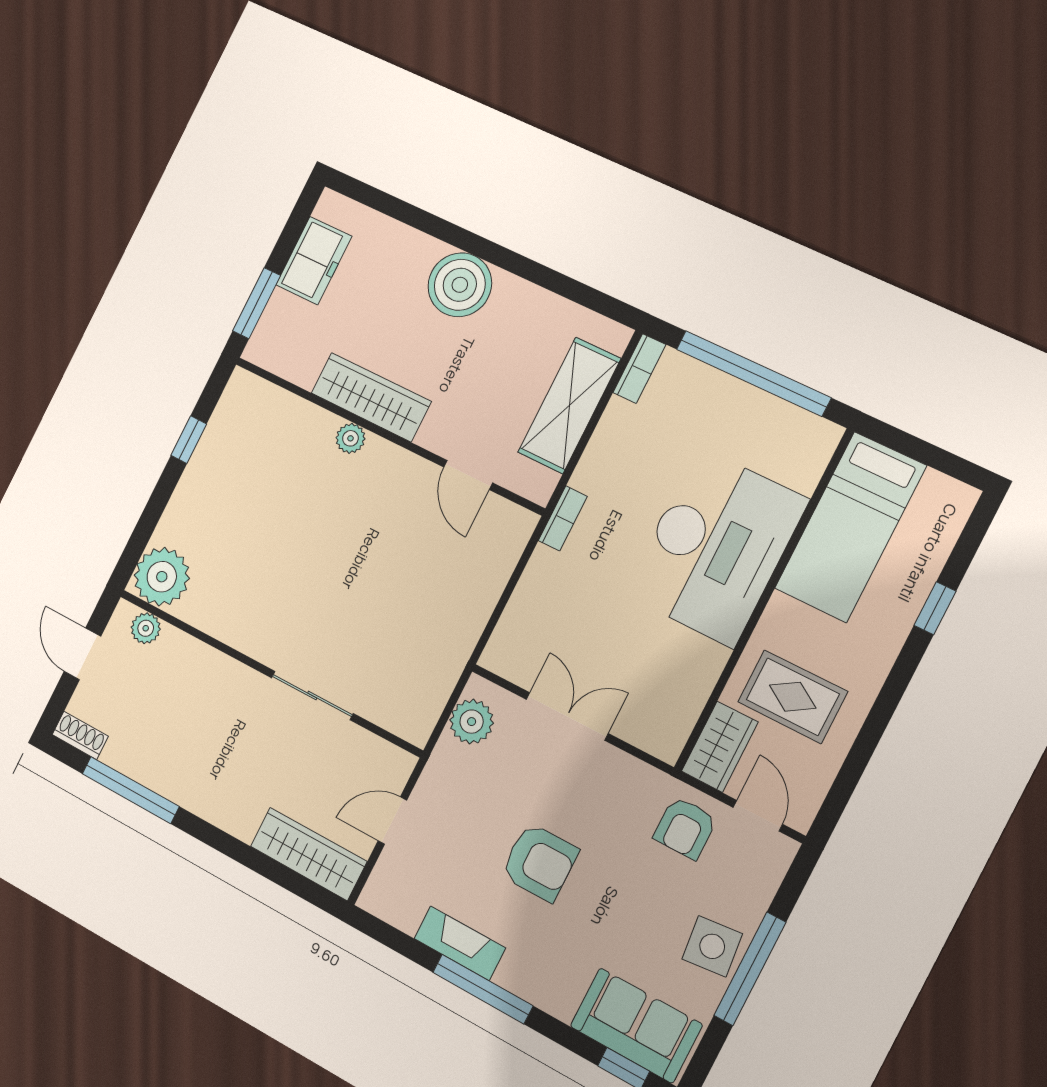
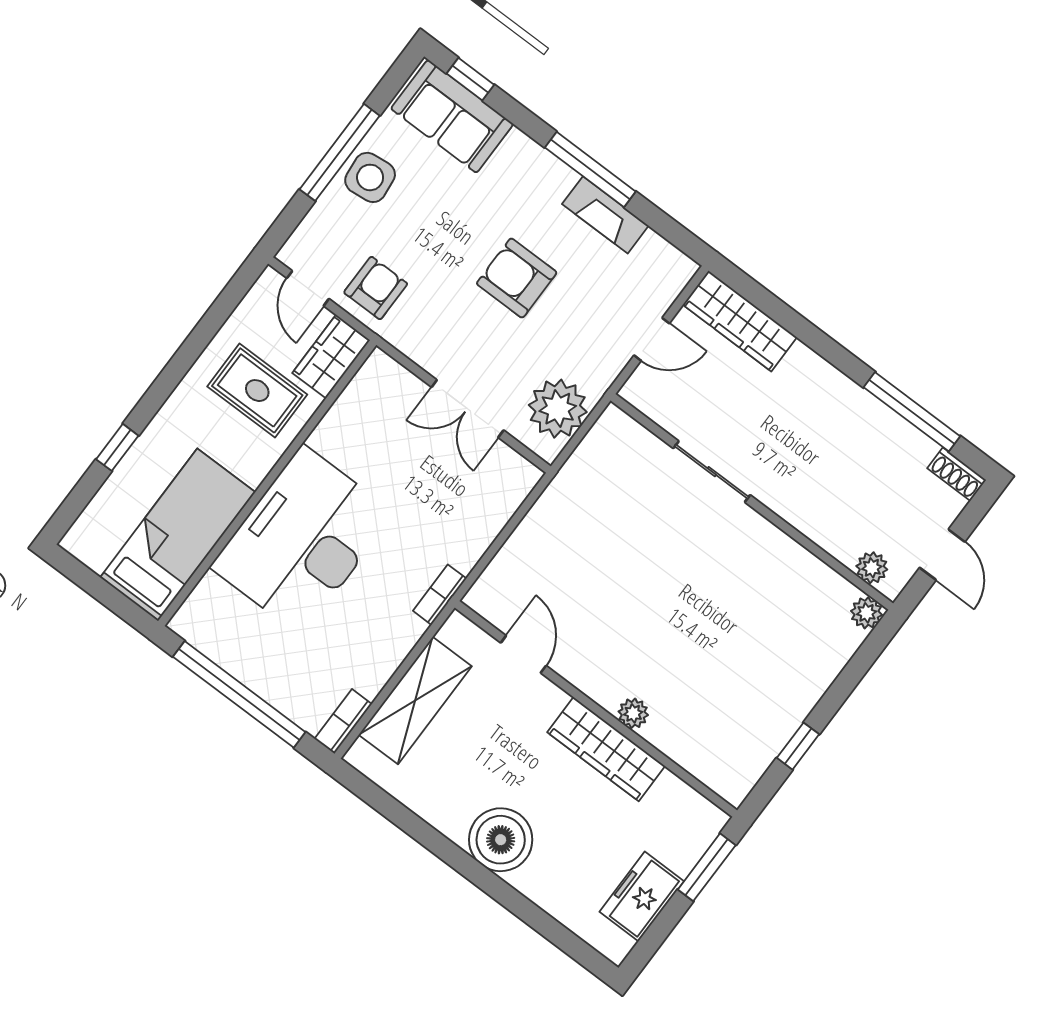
plant: (162, 577) -> (867, 613), width x0.53, depth x0.53
plant: (472, 722) -> (558, 409), width x1.36, depth x1.36

